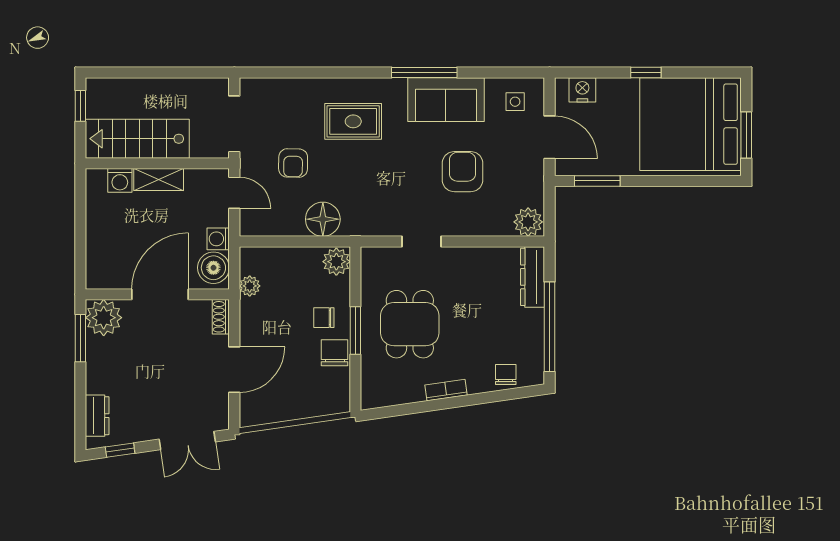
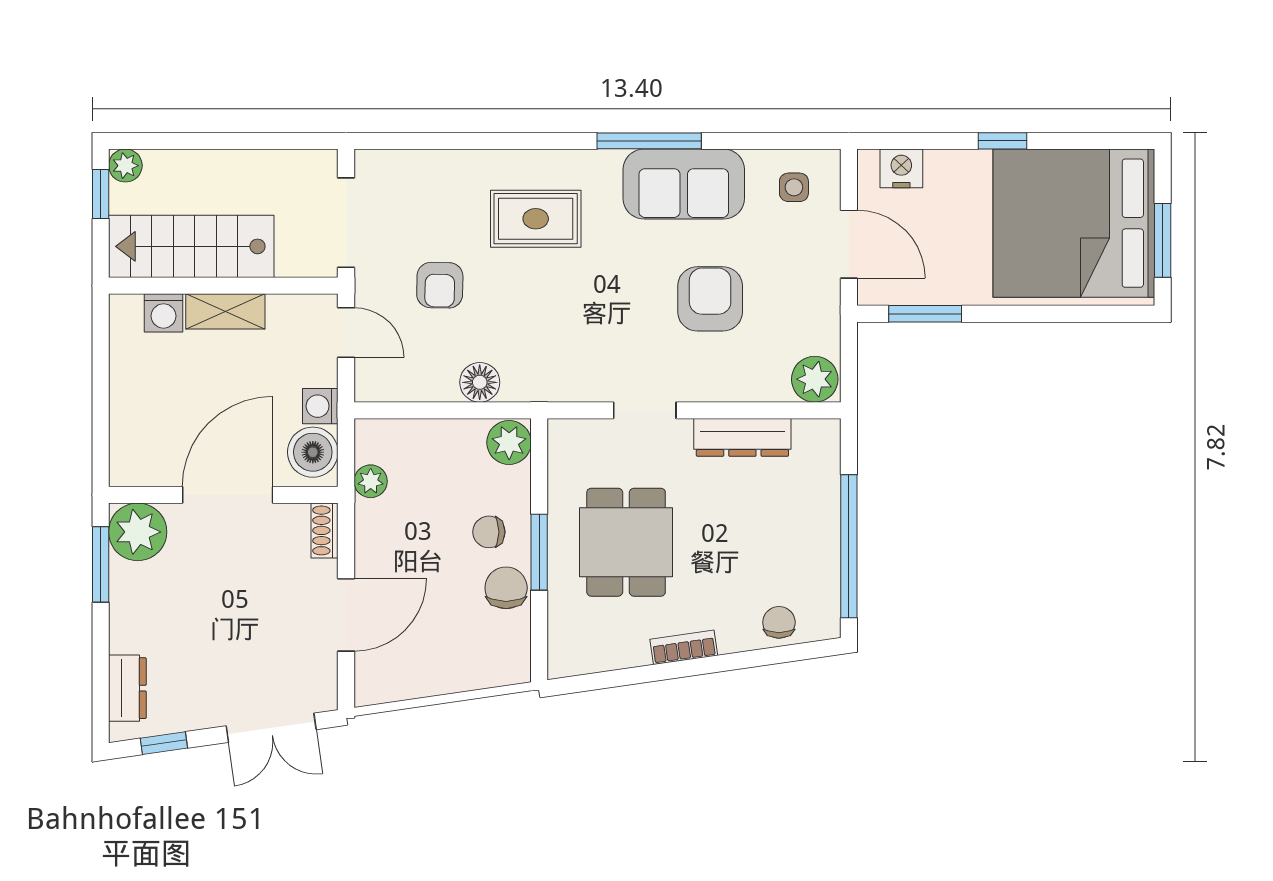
plant: (96, 88) -> (125, 166), added
floor lamp: (323, 219) -> (480, 382), width x0.73, depth x0.73
dresser: (533, 277) -> (742, 437), moved, turned -90

